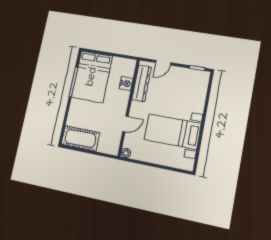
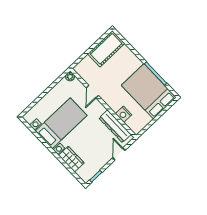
wardrobe: (198, 100) -> (71, 159), added

